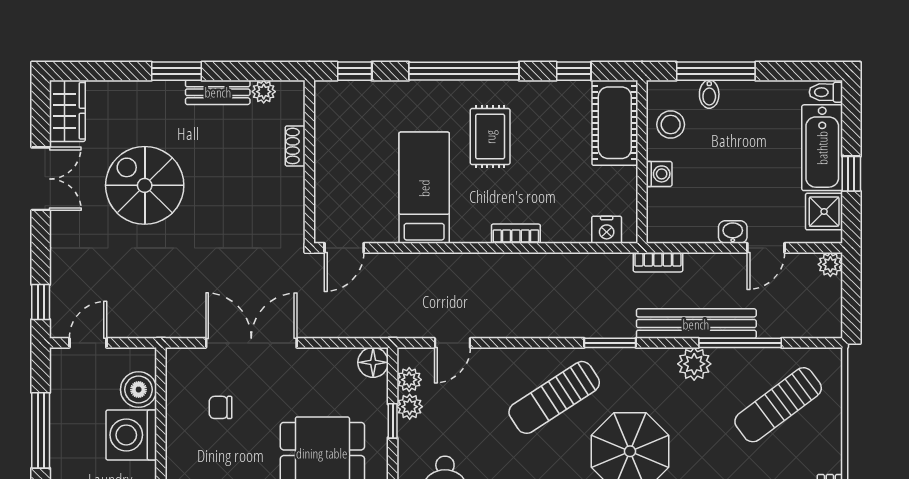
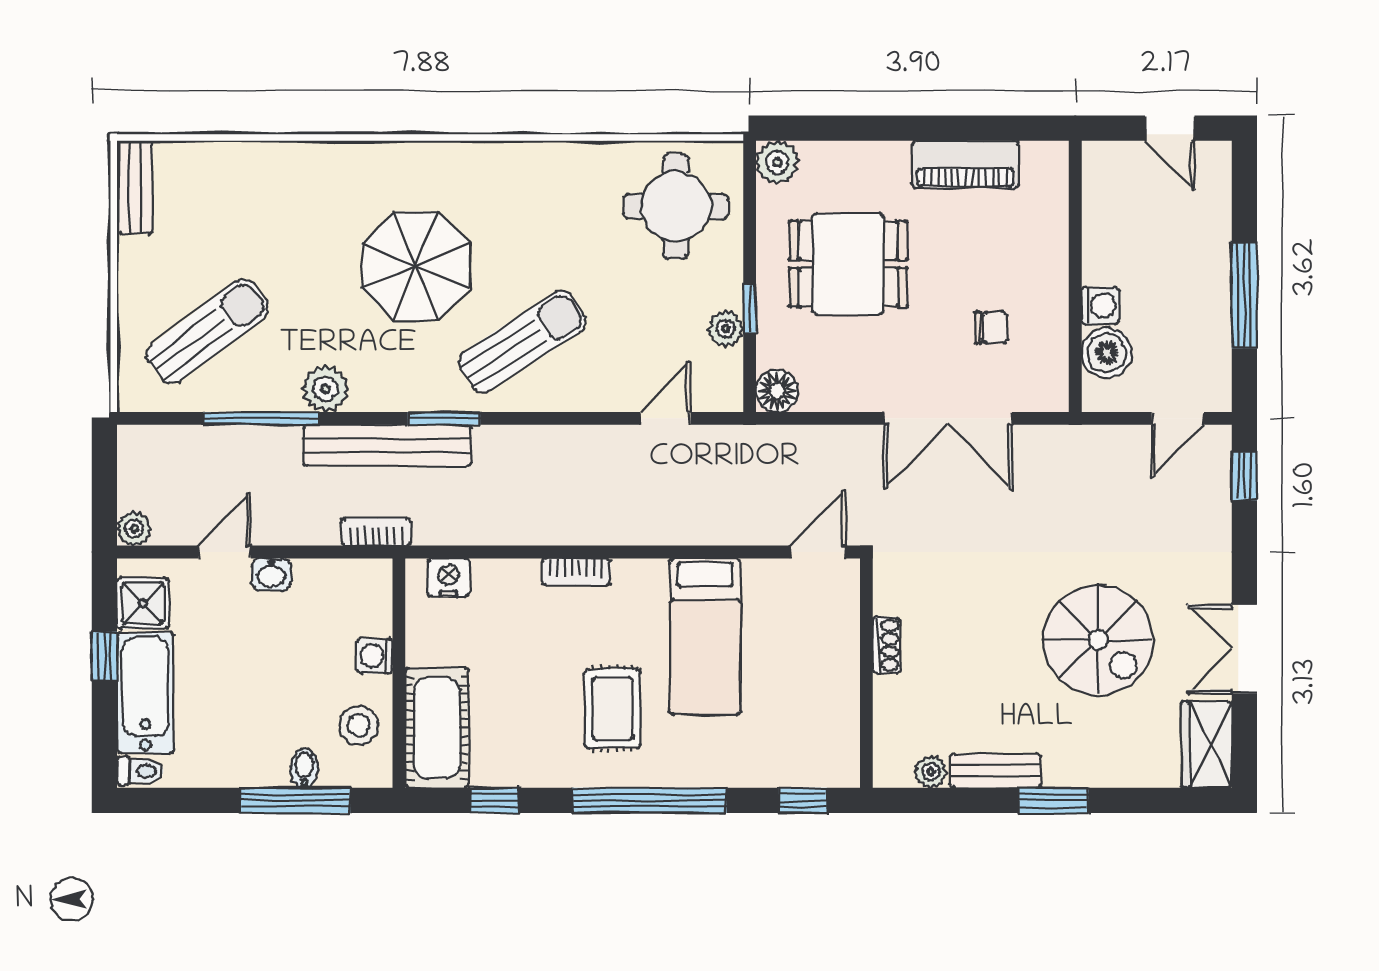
shoe rack: (295, 146) -> (886, 645), moved
bench: (696, 324) -> (387, 446), moved
plant: (409, 380) -> (726, 367), removed
washing machine: (131, 435) -> (1100, 306), width x0.53, depth x0.53

